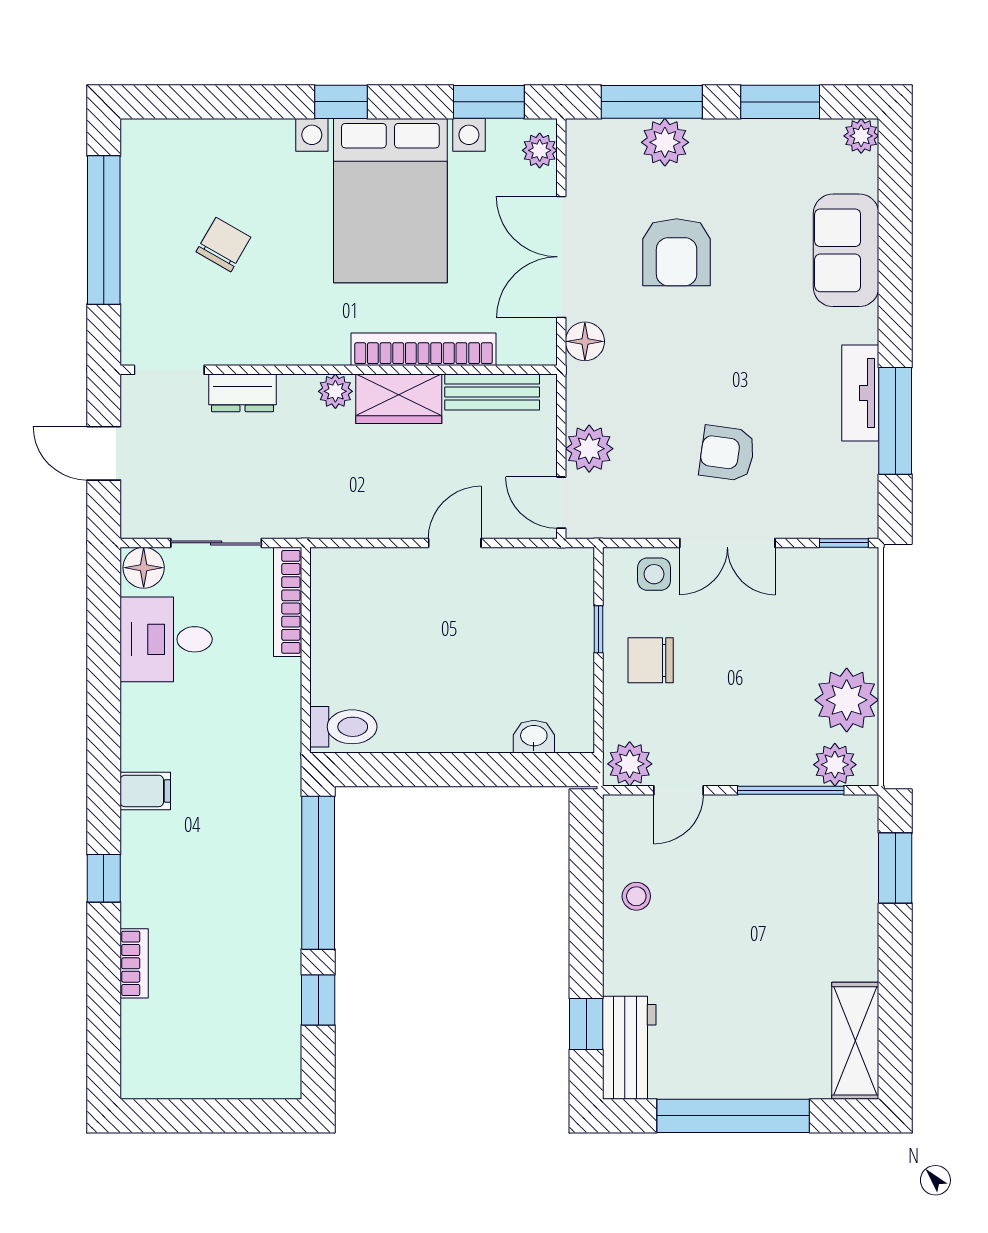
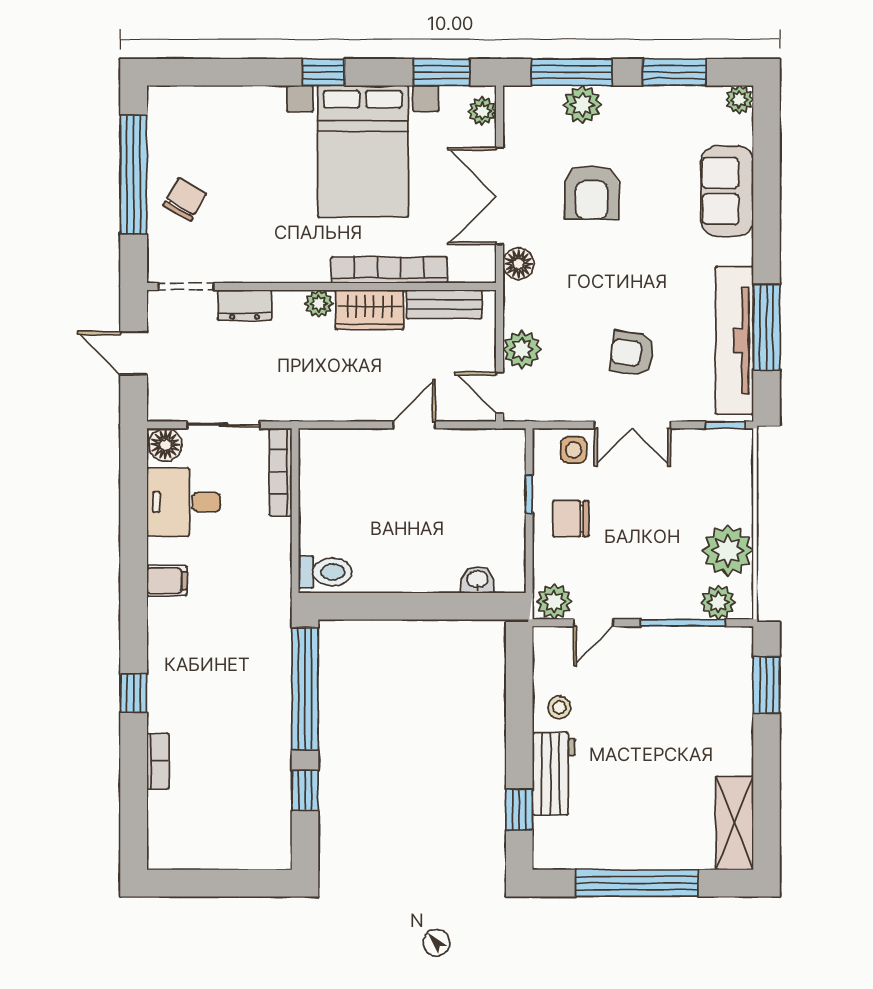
chair: (223, 245) -> (185, 199), moved
tv unit: (860, 393) -> (734, 340), width x1.92, depth x1.29
filing cabinet: (145, 791) -> (167, 581), moved
workbench: (629, 1048) -> (554, 774), moved

